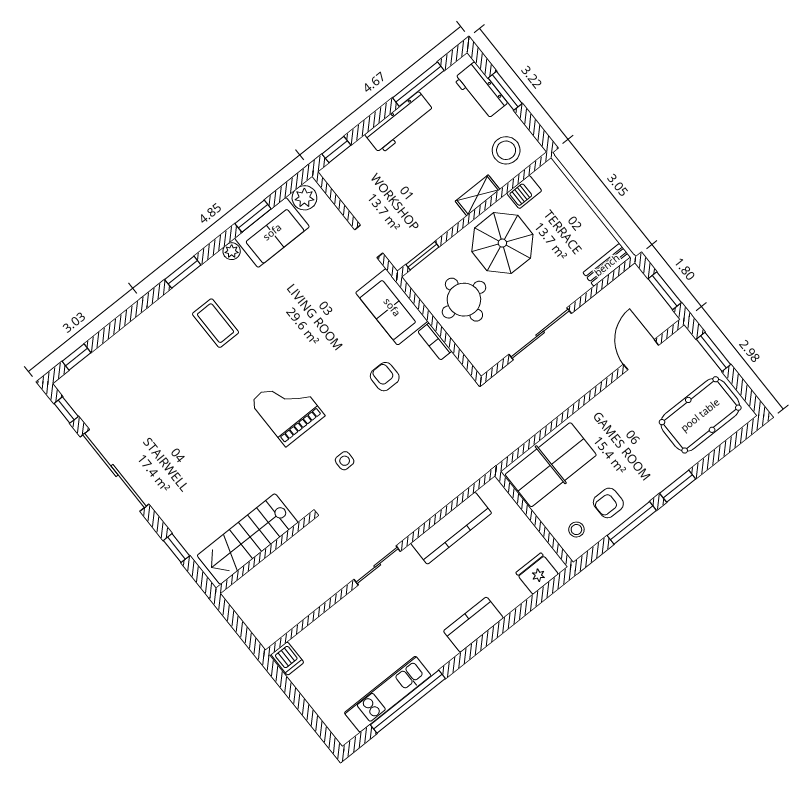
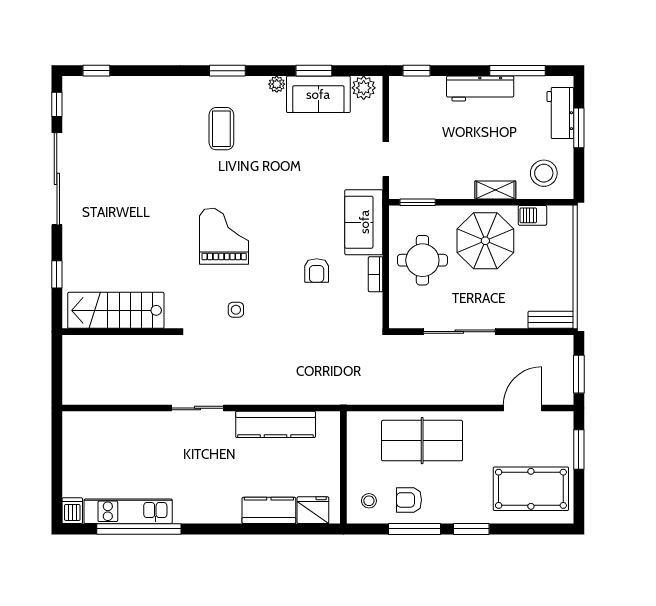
armchair: (385, 377) -> (317, 271), turned 180
table tennis table: (551, 465) -> (422, 441), moved
kitchen counter: (473, 625) -> (269, 510), moved
dishwasher: (287, 659) -> (72, 511), moved, turned 180

